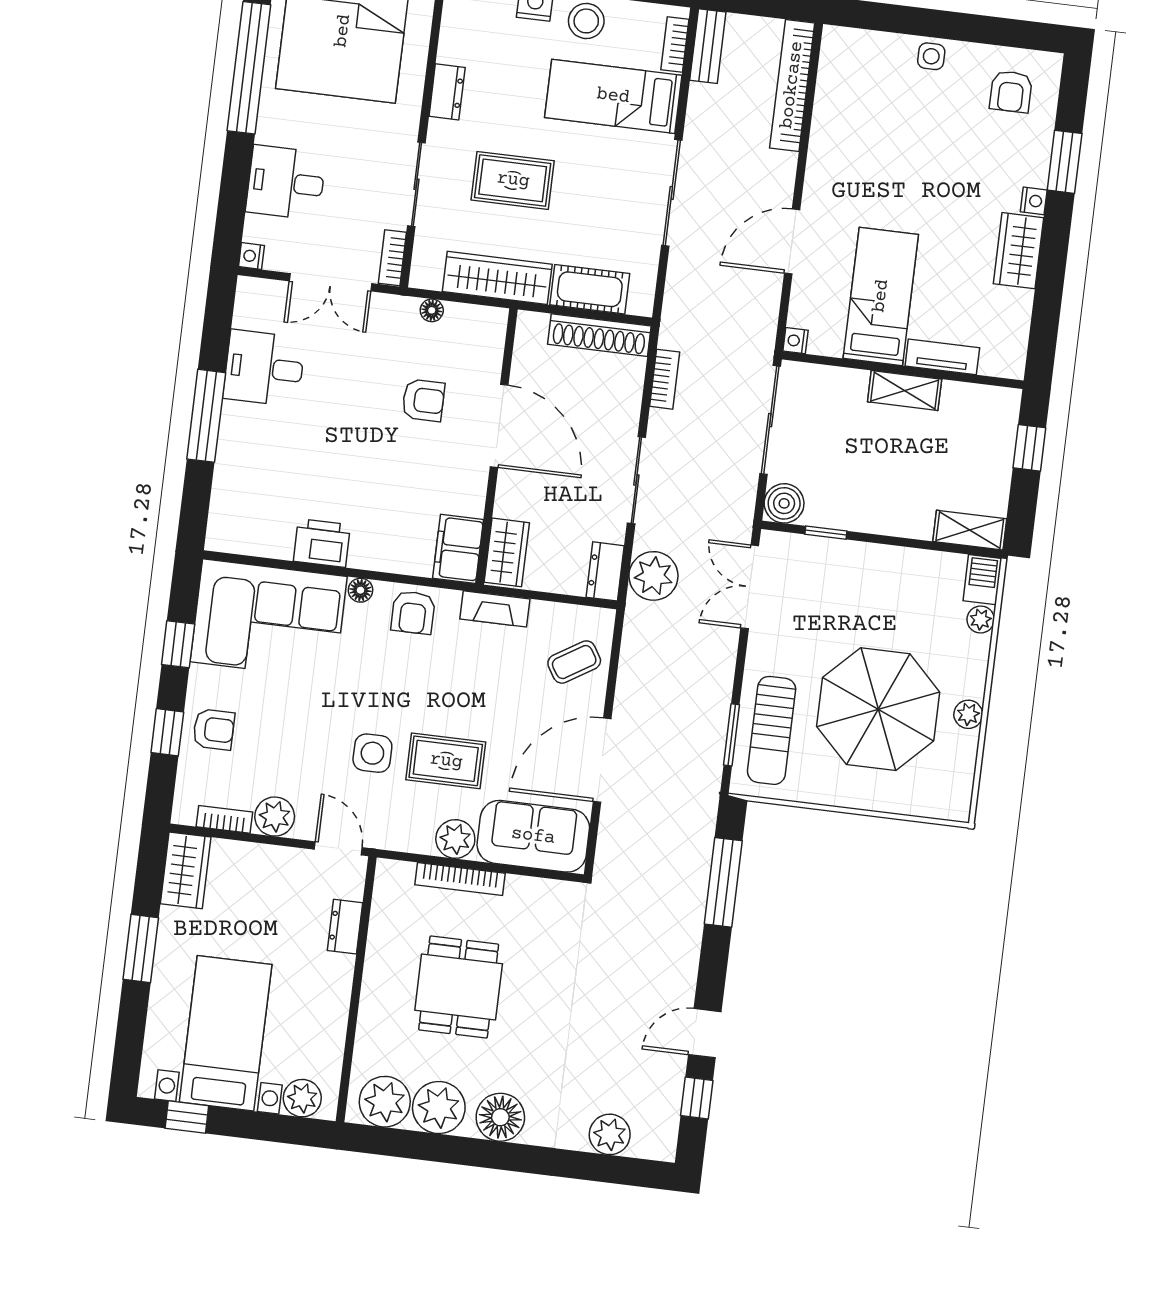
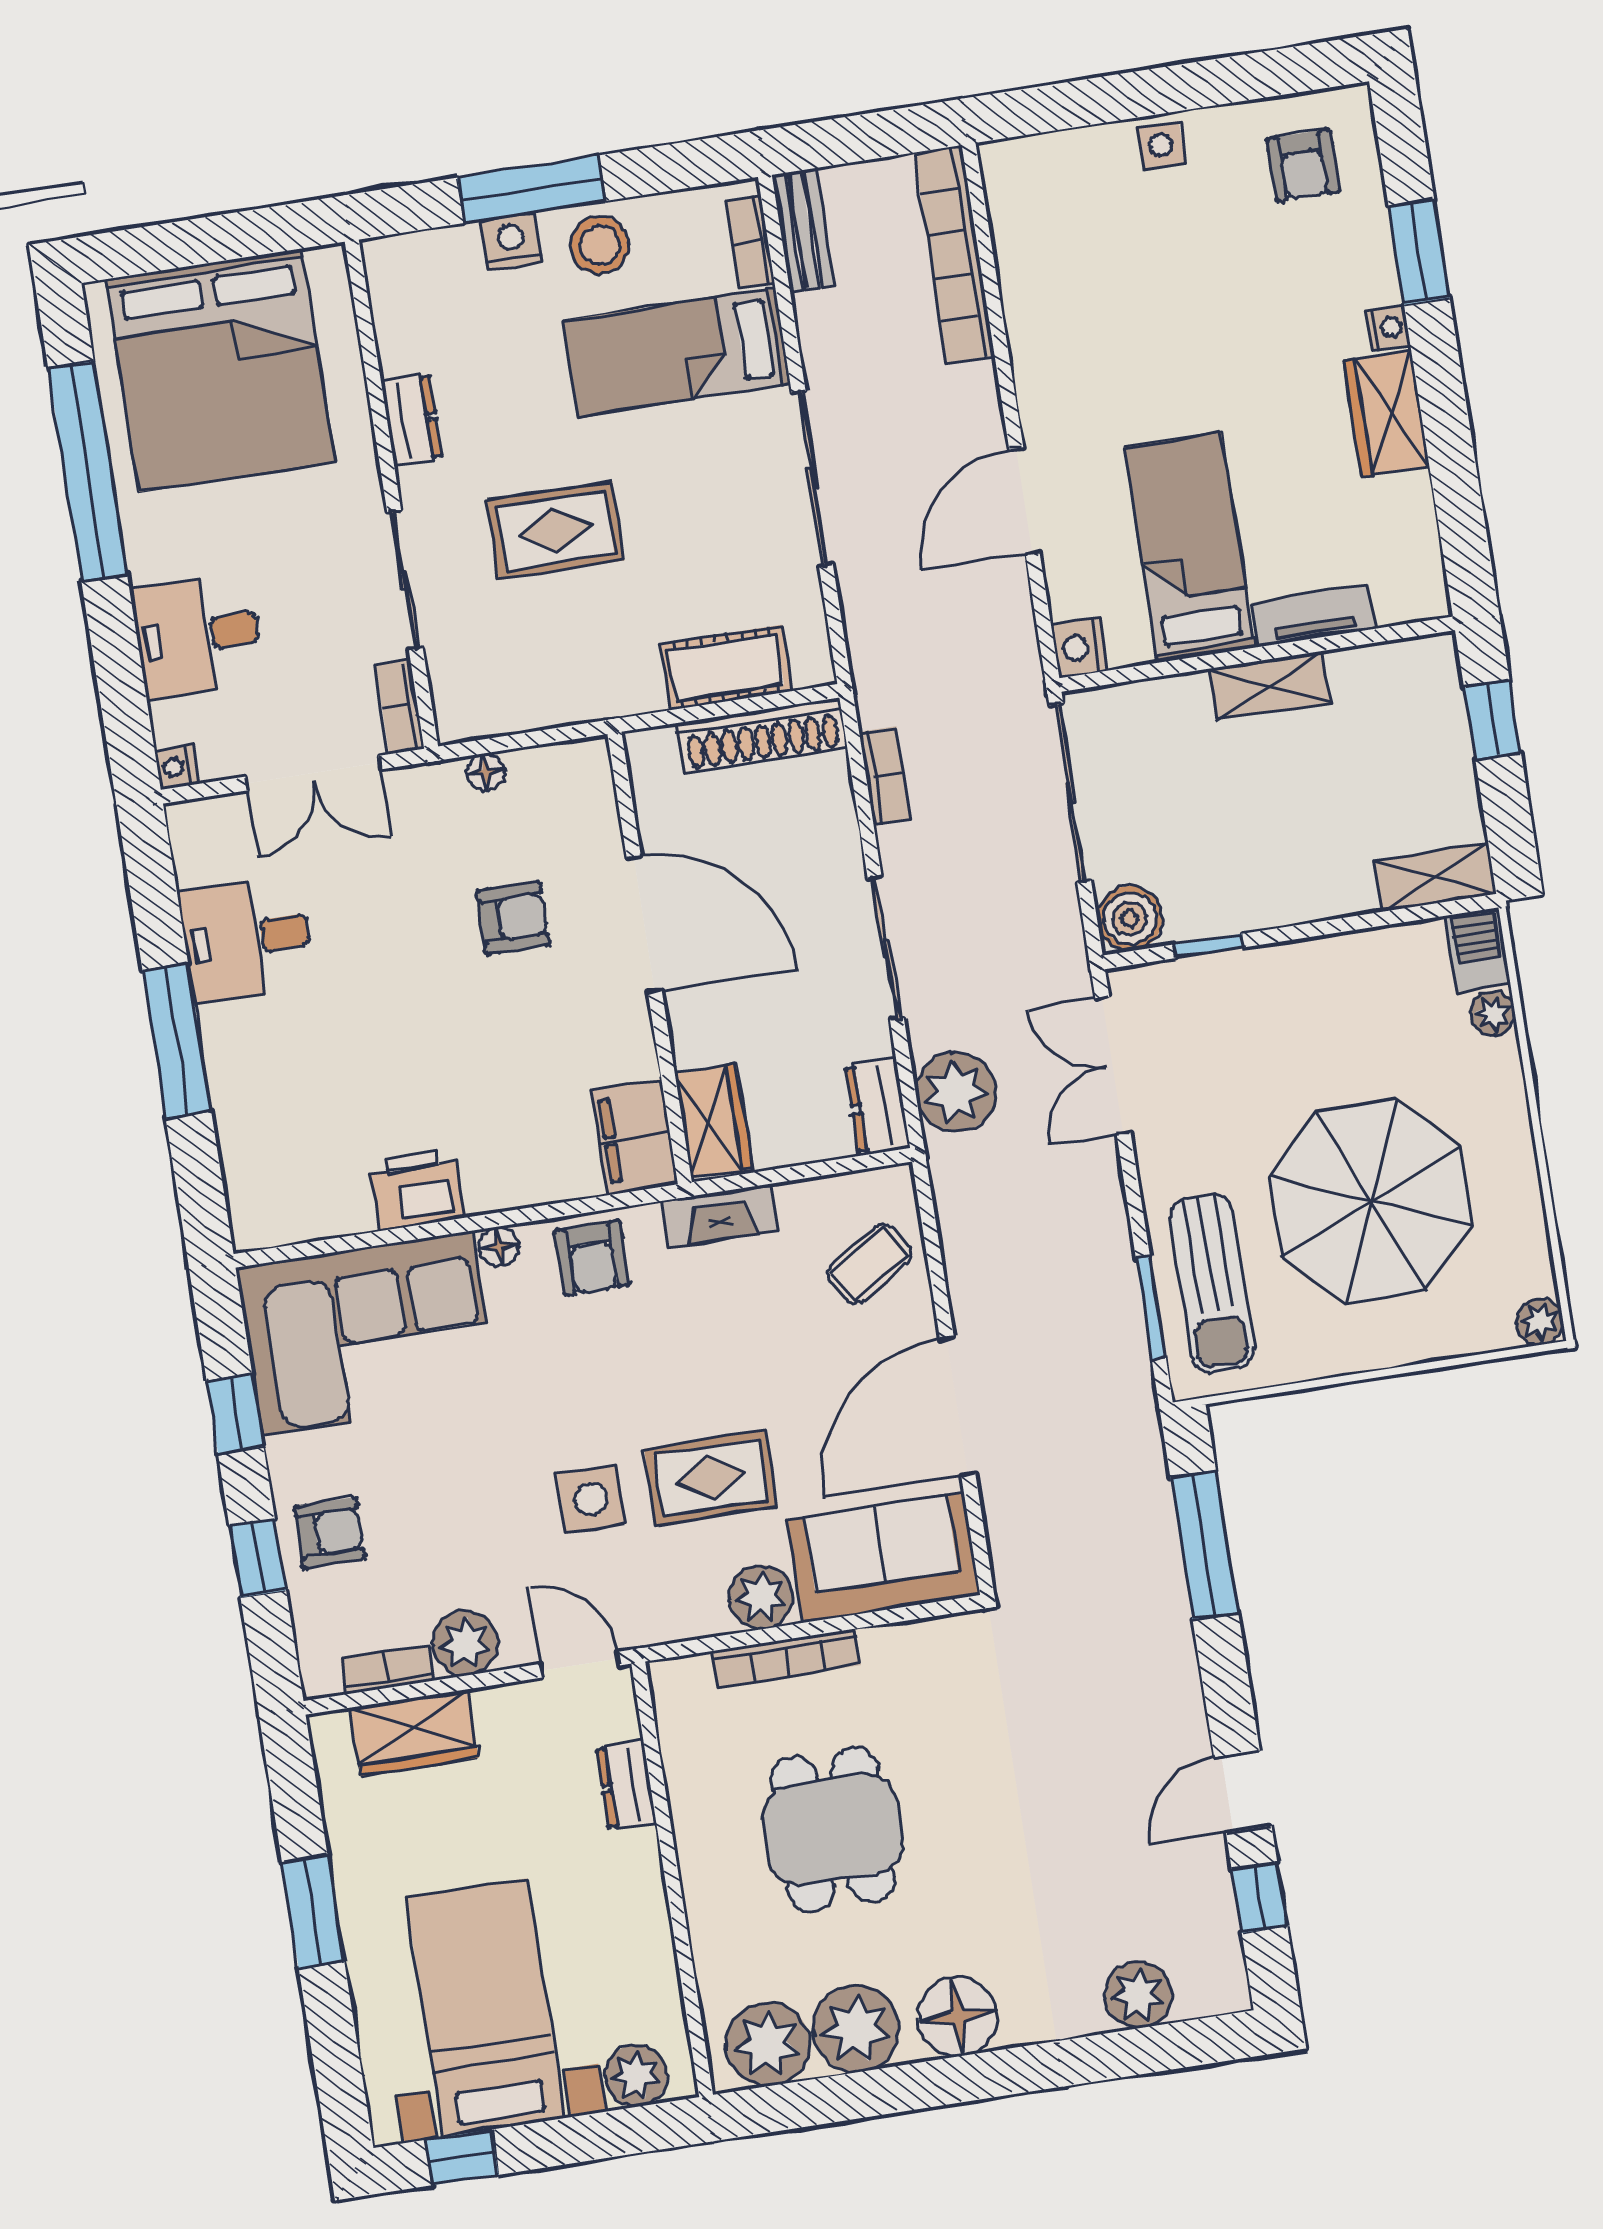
wardrobe: (497, 278) -> (575, 691), removed
nightstand: (795, 341) -> (1080, 648), width x1.39, depth x1.35
plant: (968, 714) -> (1540, 1321), moved
wardrobe: (186, 870) -> (414, 1733), moved, turned 90

